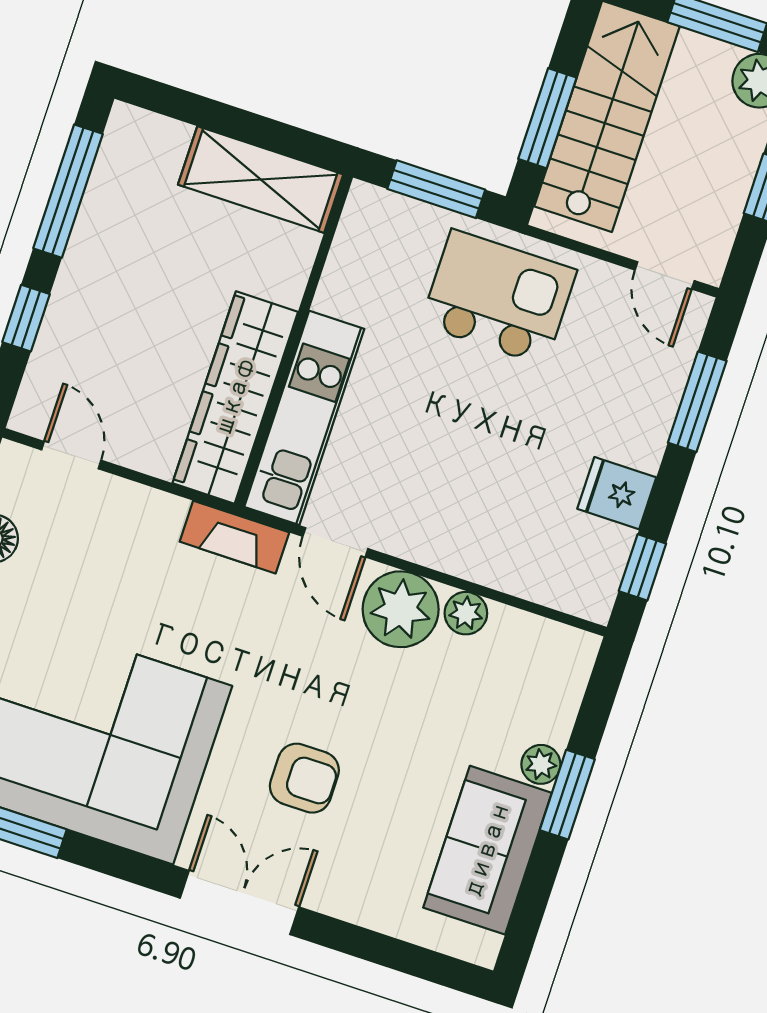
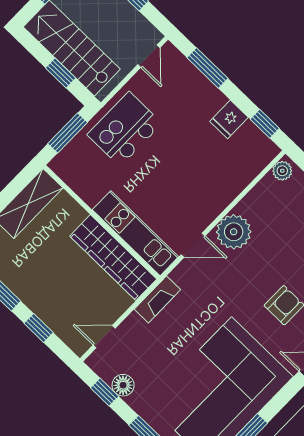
window: (547, 118) -> (61, 73), width x0.67
door: (665, 275) -> (149, 56), hinge flipped
fireplace: (234, 537) -> (157, 299), moved
plant: (466, 613) -> (282, 171), moved

